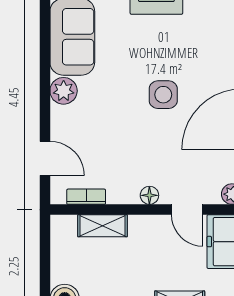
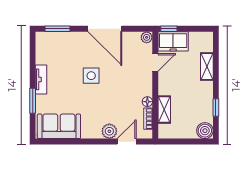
plant: (64, 91) -> (109, 131), moved
floor lamp: (149, 195) -> (147, 102), moved

